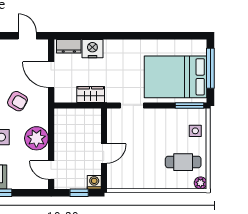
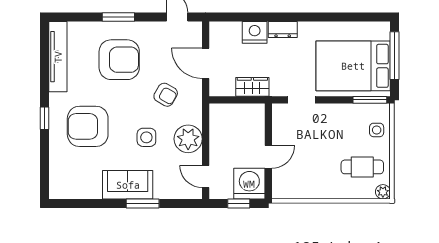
dresser: (69, 46) -> (283, 30), moved
washing machine: (94, 182) -> (249, 184), width x1.89, depth x1.89

